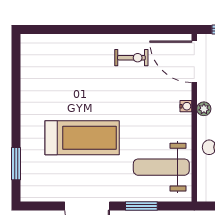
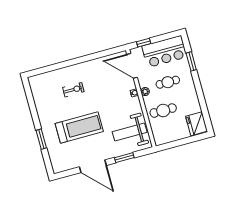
exercise bike: (131, 58) -> (73, 90), moved
window: (16, 164) -> (41, 139), moved

